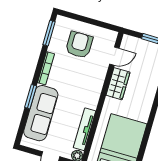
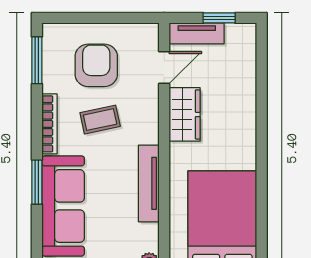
tv unit: (136, 43) -> (197, 33), added
coffee table: (73, 74) -> (100, 120), added
tv unit: (85, 129) -> (149, 183), moved

